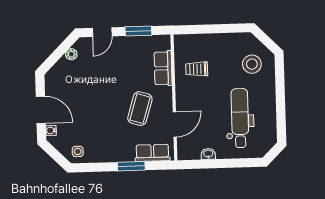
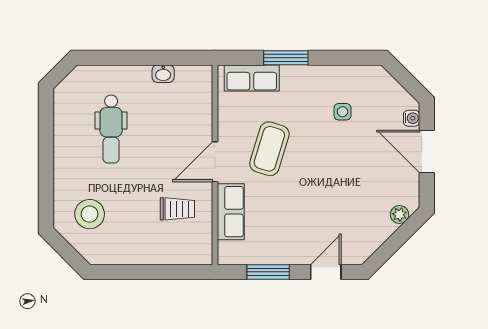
plant: (71, 54) -> (399, 215), moved
dental chair: (240, 118) -> (111, 129), width x0.73, depth x0.72
door: (175, 124) -> (215, 162), moved
side table: (78, 151) -> (343, 112), moved

